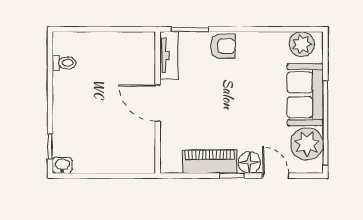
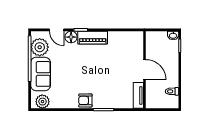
tv unit: (169, 55) -> (138, 95), moved
door: (158, 103) -> (145, 70), moved
wall: (158, 103) -> (145, 70), moved

